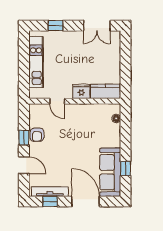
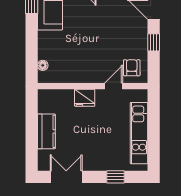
kitchen counter: (105, 91) -> (46, 131), moved, turned -90
door: (57, 101) -> (114, 86), hinge flipped
armchair: (37, 135) -> (132, 68), moved

